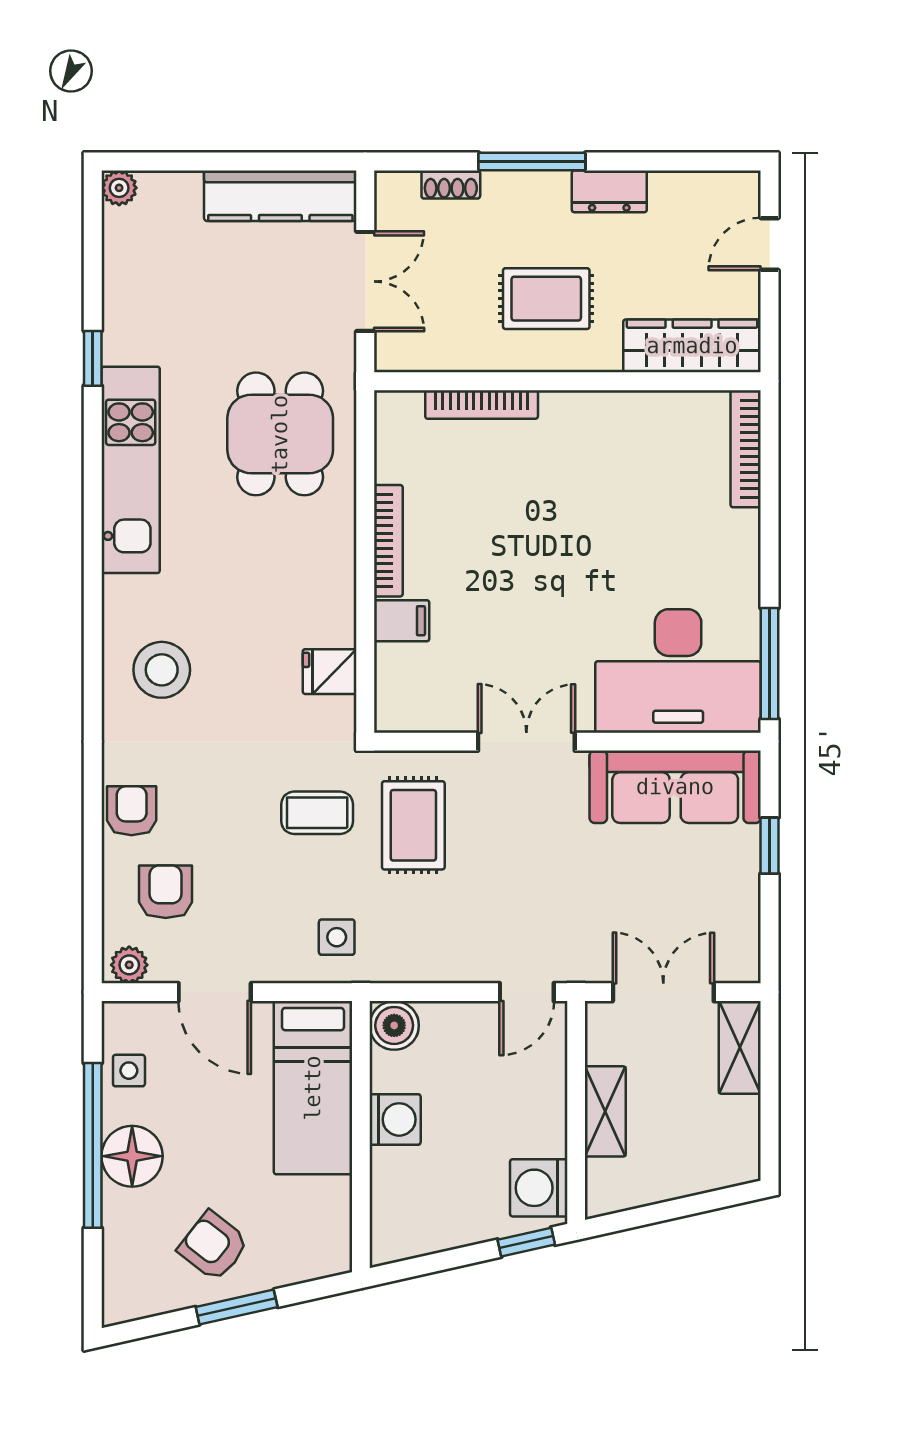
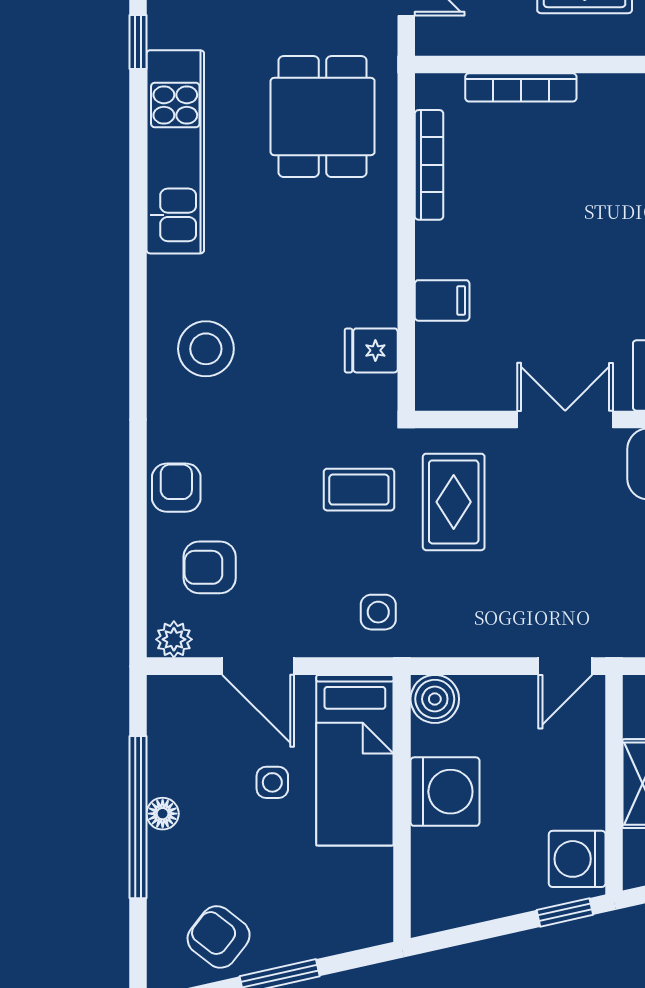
bookcase: (388, 541) -> (429, 165), moved
armchair: (166, 892) -> (210, 567), turned -90
side table: (129, 1071) -> (272, 782), moved
washing machine: (395, 1119) -> (445, 792), width x1.37, depth x1.37
floor lamp: (132, 1156) -> (163, 814), width x0.53, depth x0.53
armchair: (213, 1246) -> (219, 937), moved

